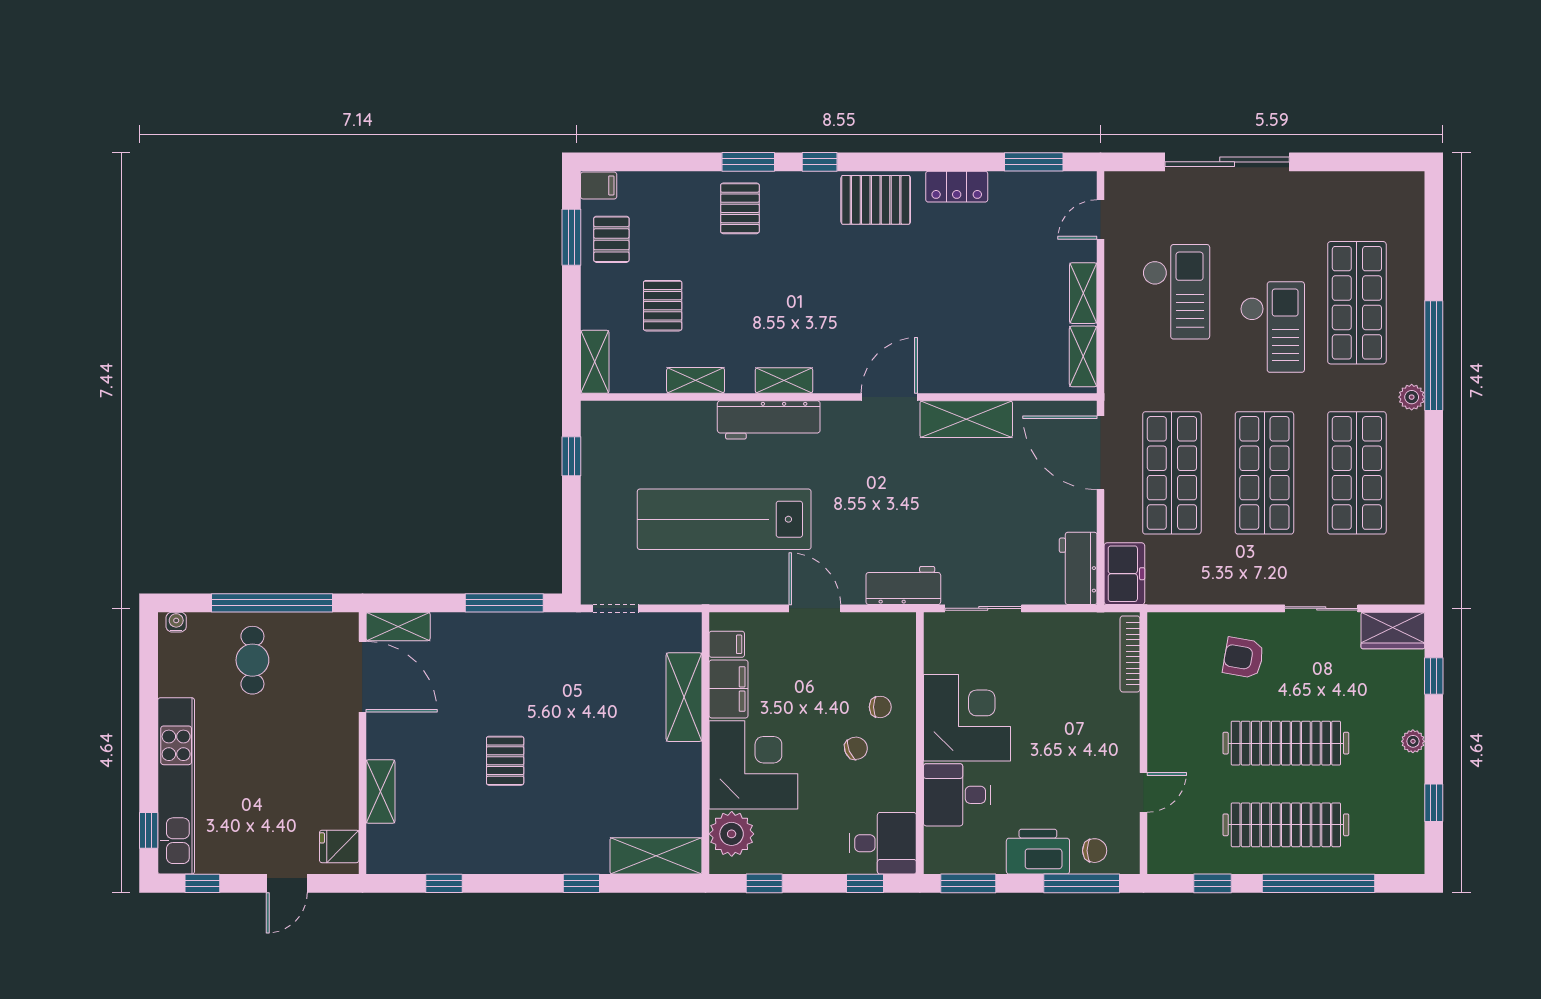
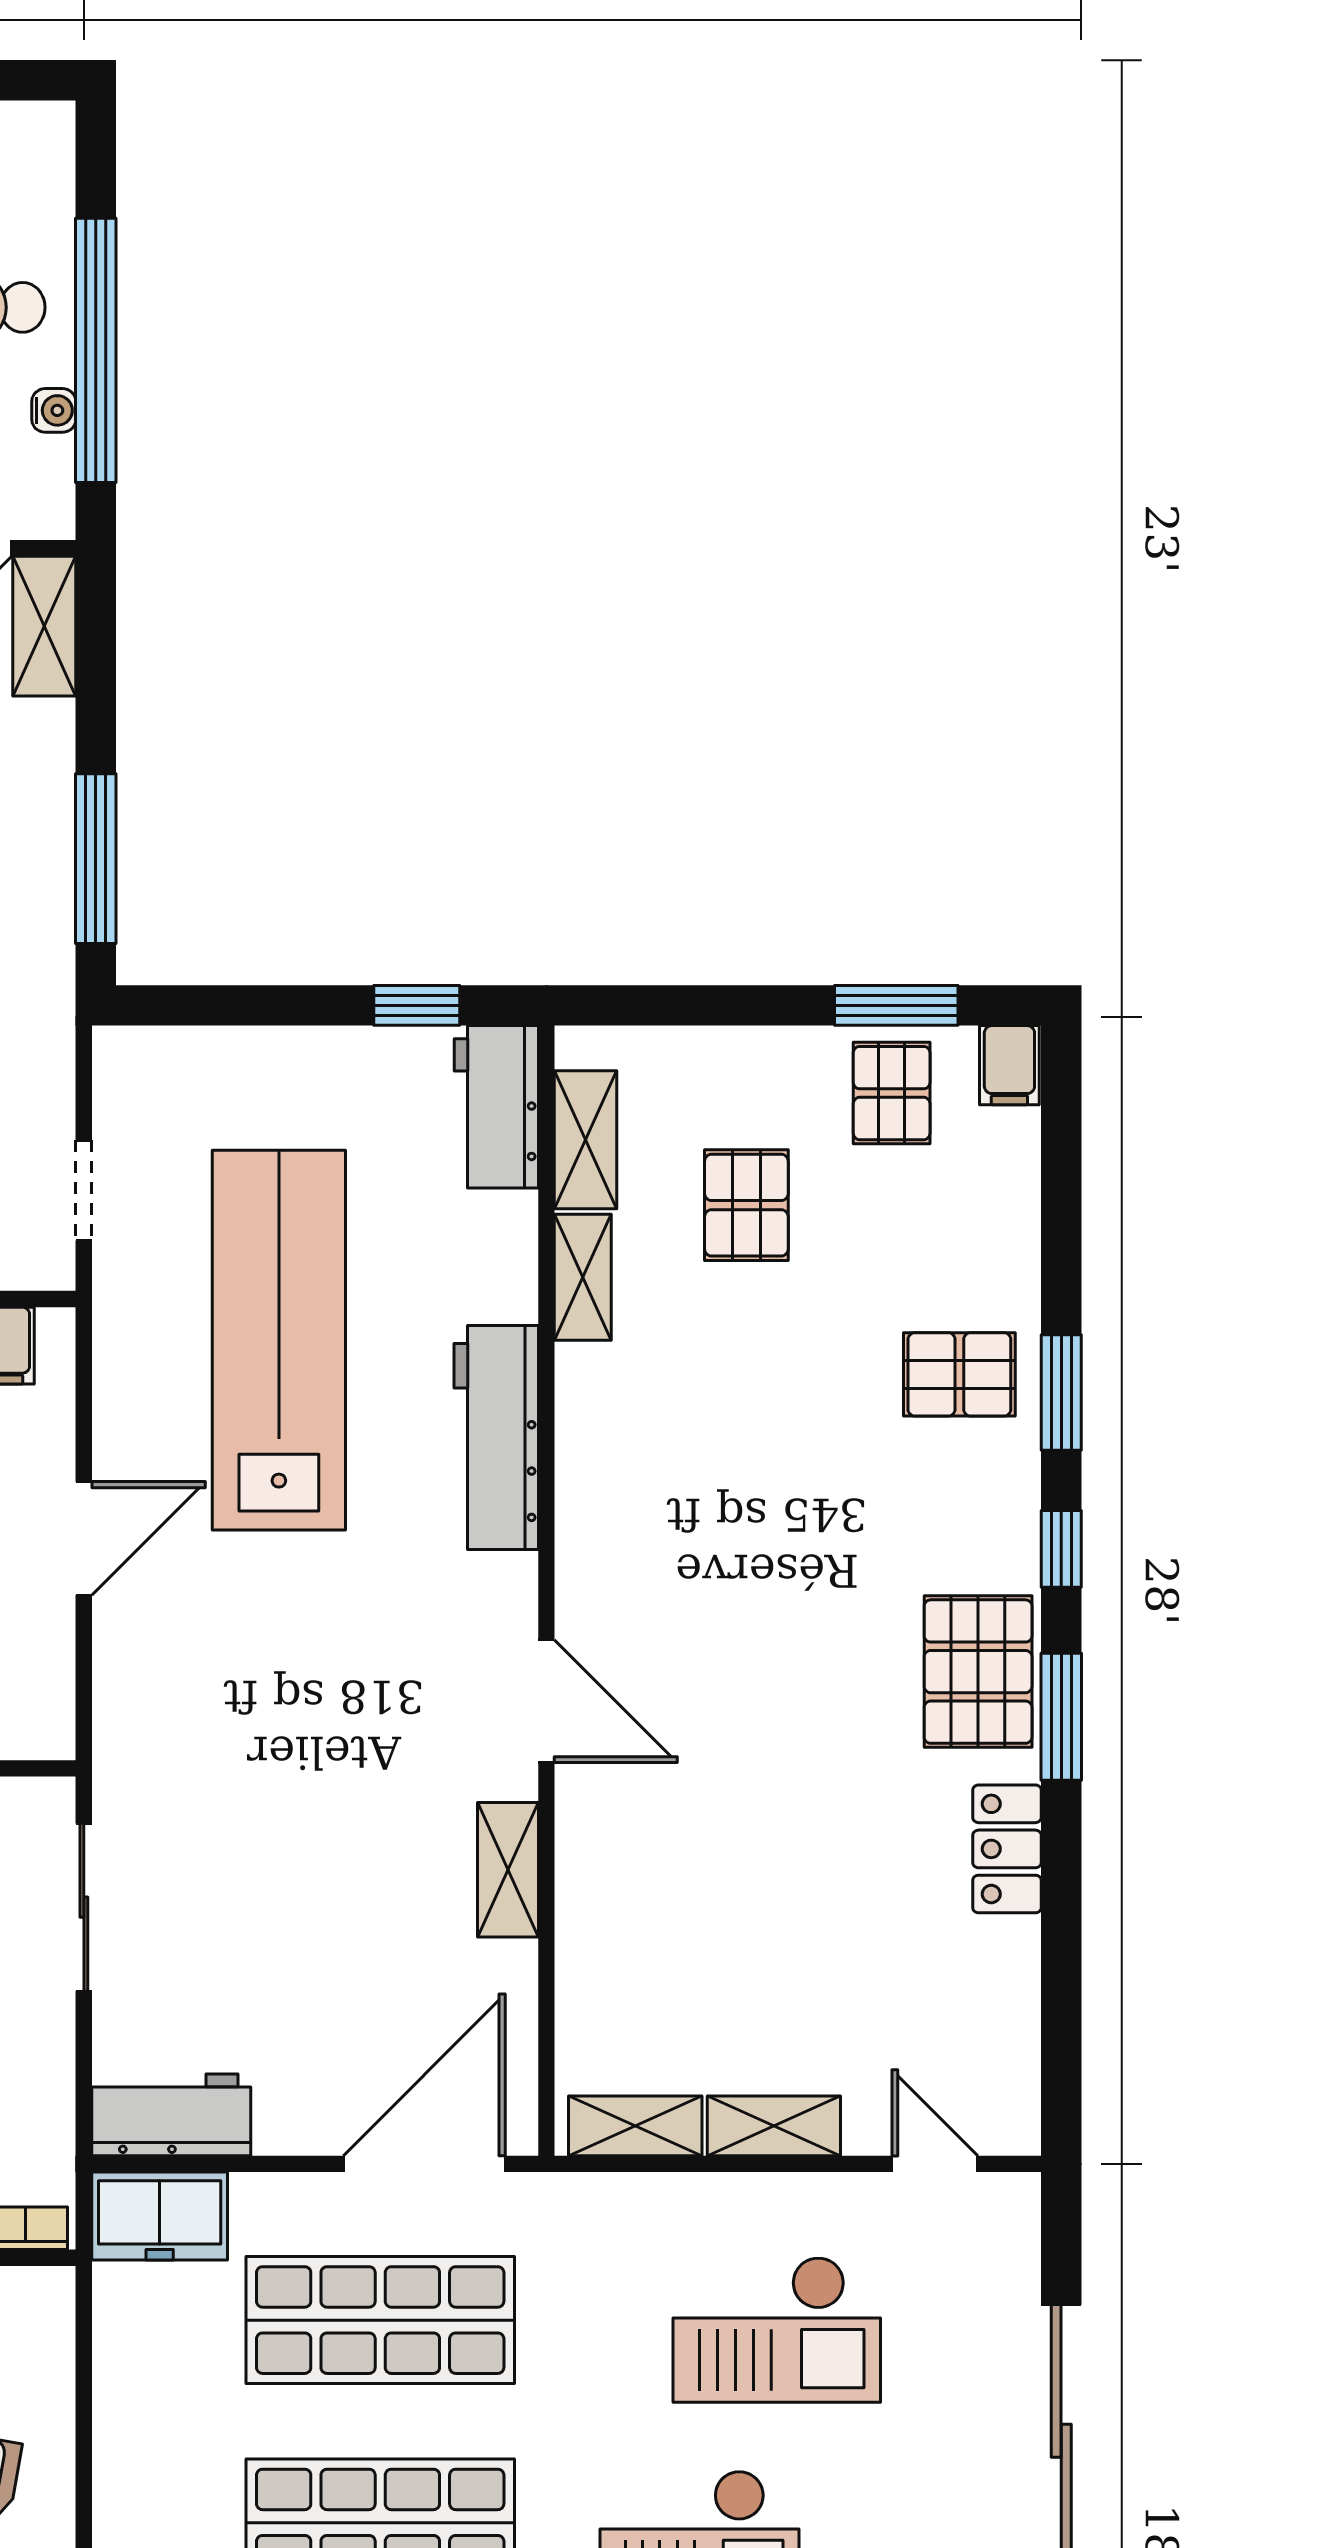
window: (1034, 162) -> (1061, 1717), moved
pallet: (611, 239) -> (892, 1093), turned 90
pallet: (663, 306) -> (746, 1205), turned 90
shelving: (595, 362) -> (586, 1140), moved, turned 90
shelving: (784, 380) -> (583, 1471), removed
shelving: (966, 419) -> (508, 1870), width x0.67, depth x0.75
workbench: (903, 585) -> (496, 1107), moved, turned 180
doorway: (615, 608) -> (84, 1191), moved
water cooler: (176, 622) -> (54, 410), moved

